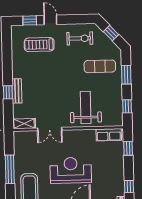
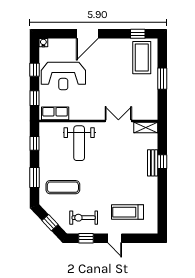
window: (30, 20) -> (86, 238), moved
treadmill: (39, 45) -> (127, 212), turned 180
window: (10, 169) -> (162, 79), width x0.69
reception desk: (71, 170) -> (63, 76), moved
window: (129, 186) -> (35, 70), moved

